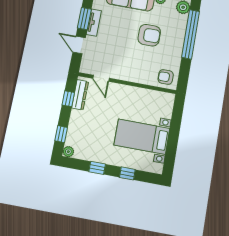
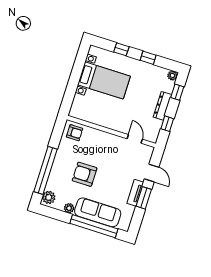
dresser: (80, 95) -> (162, 106), moved

